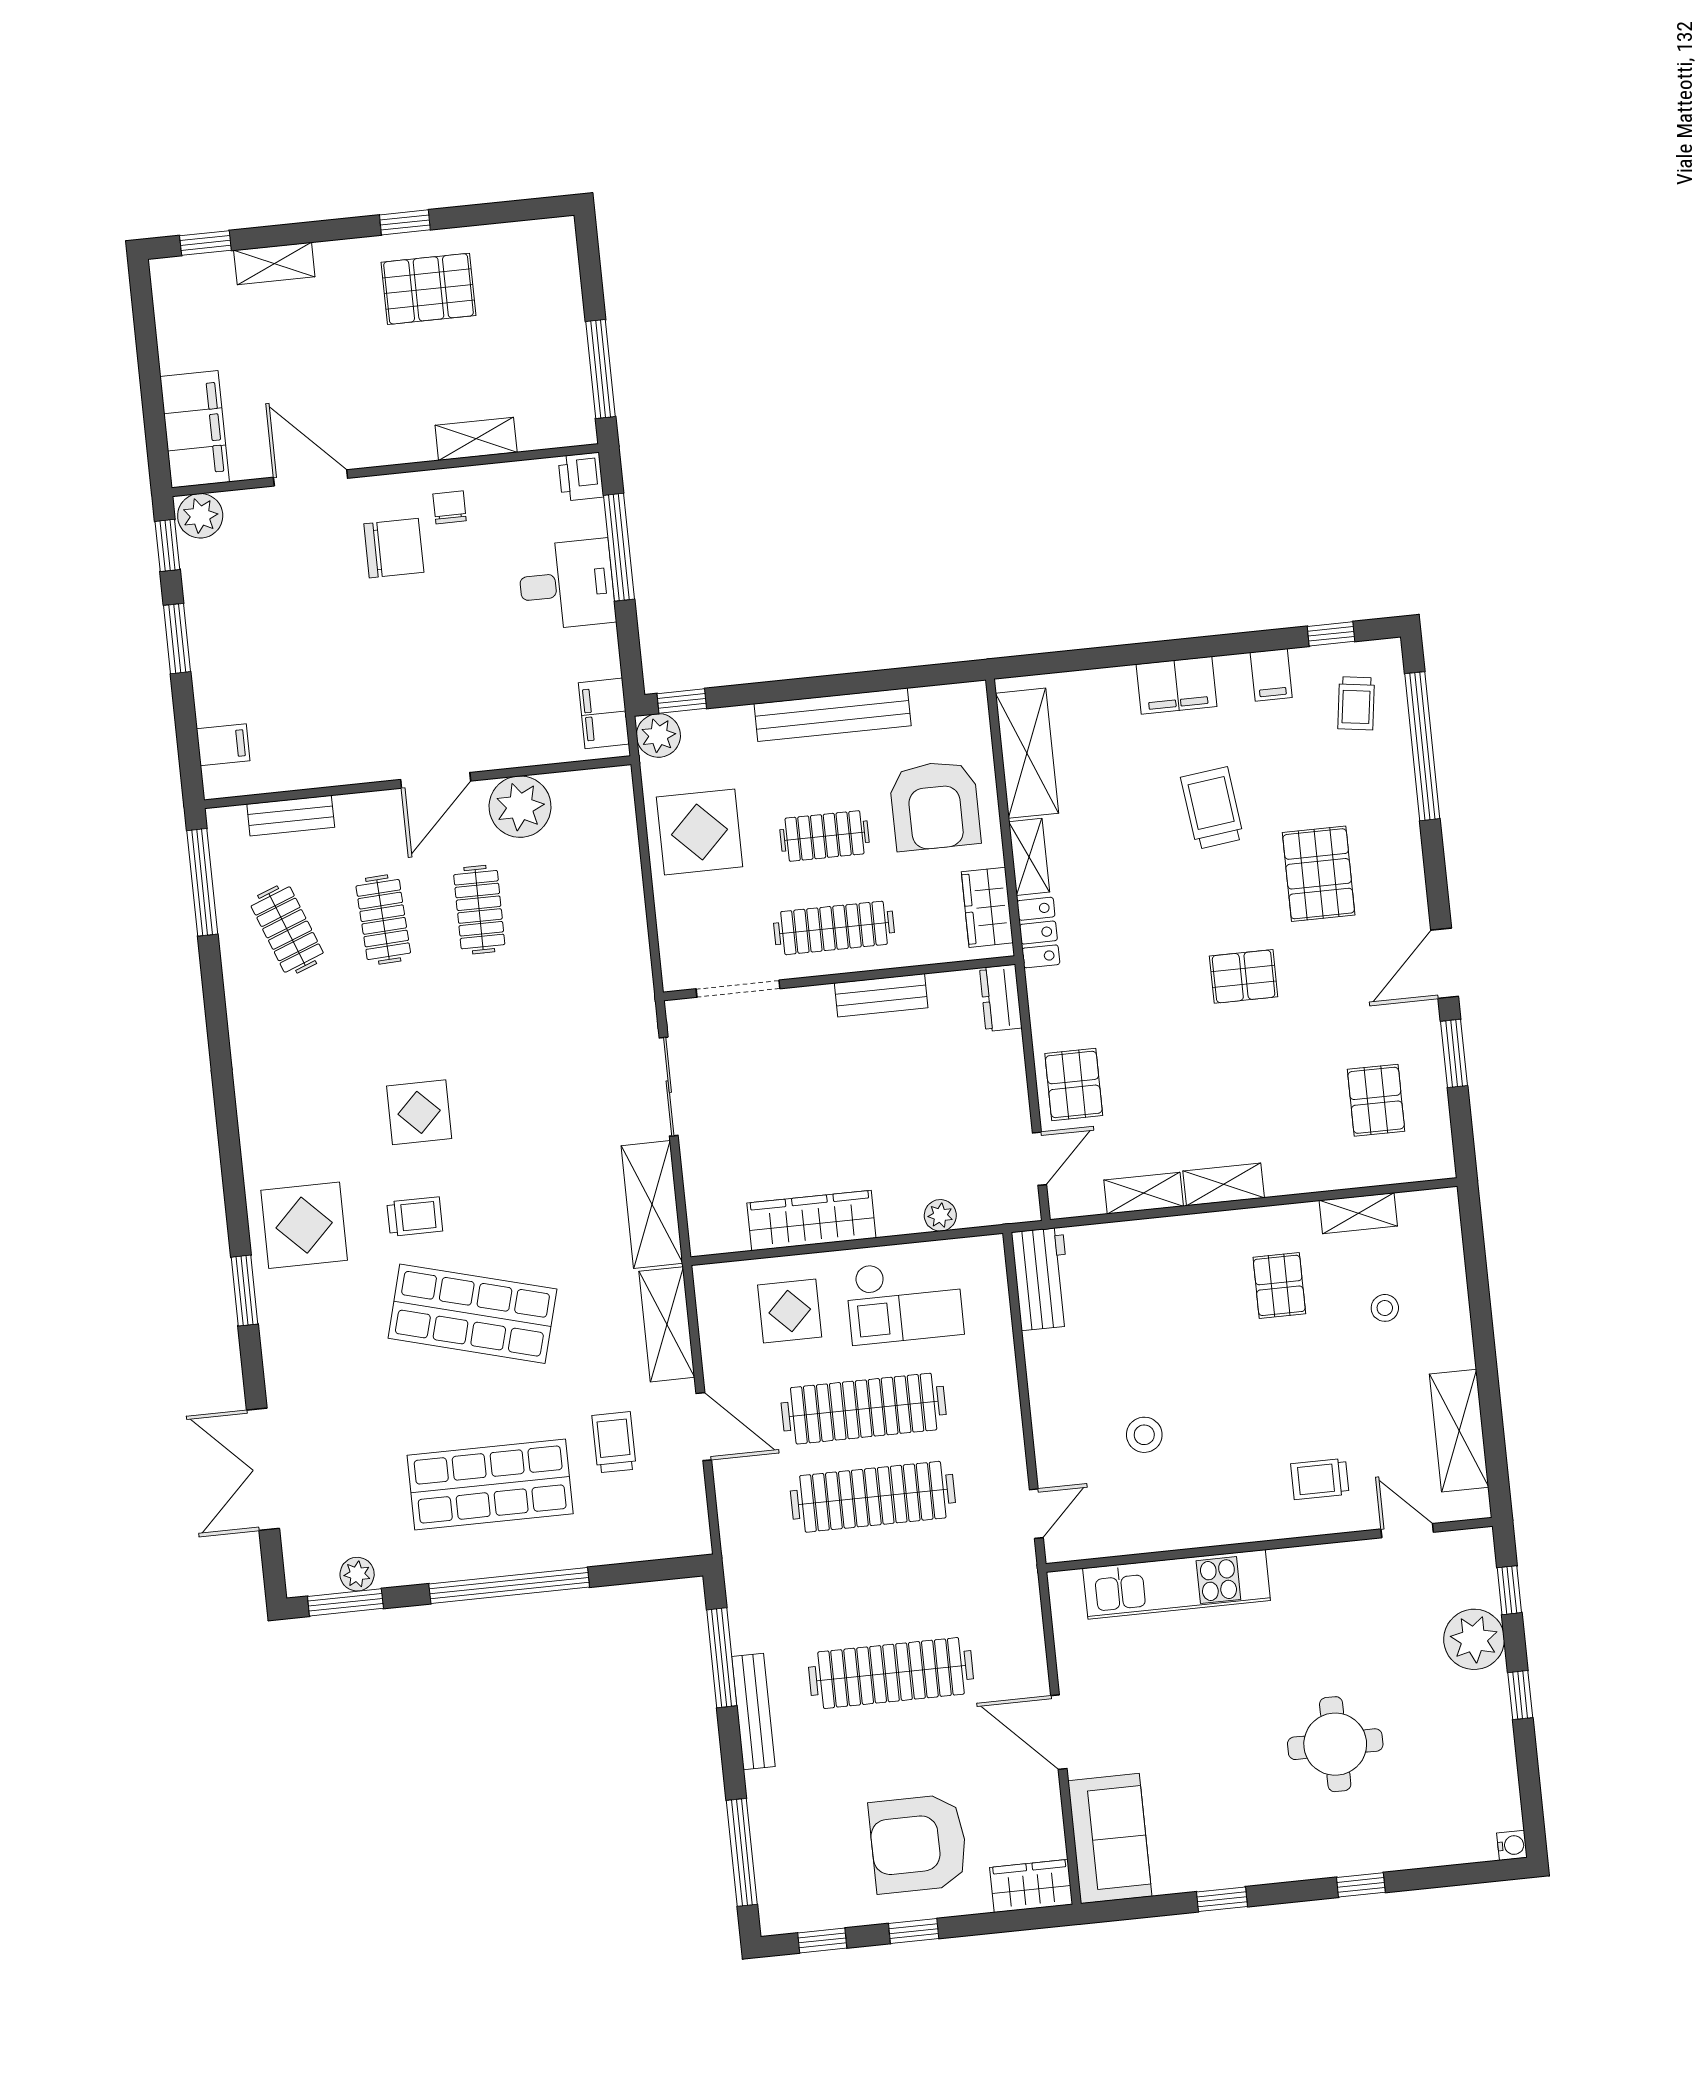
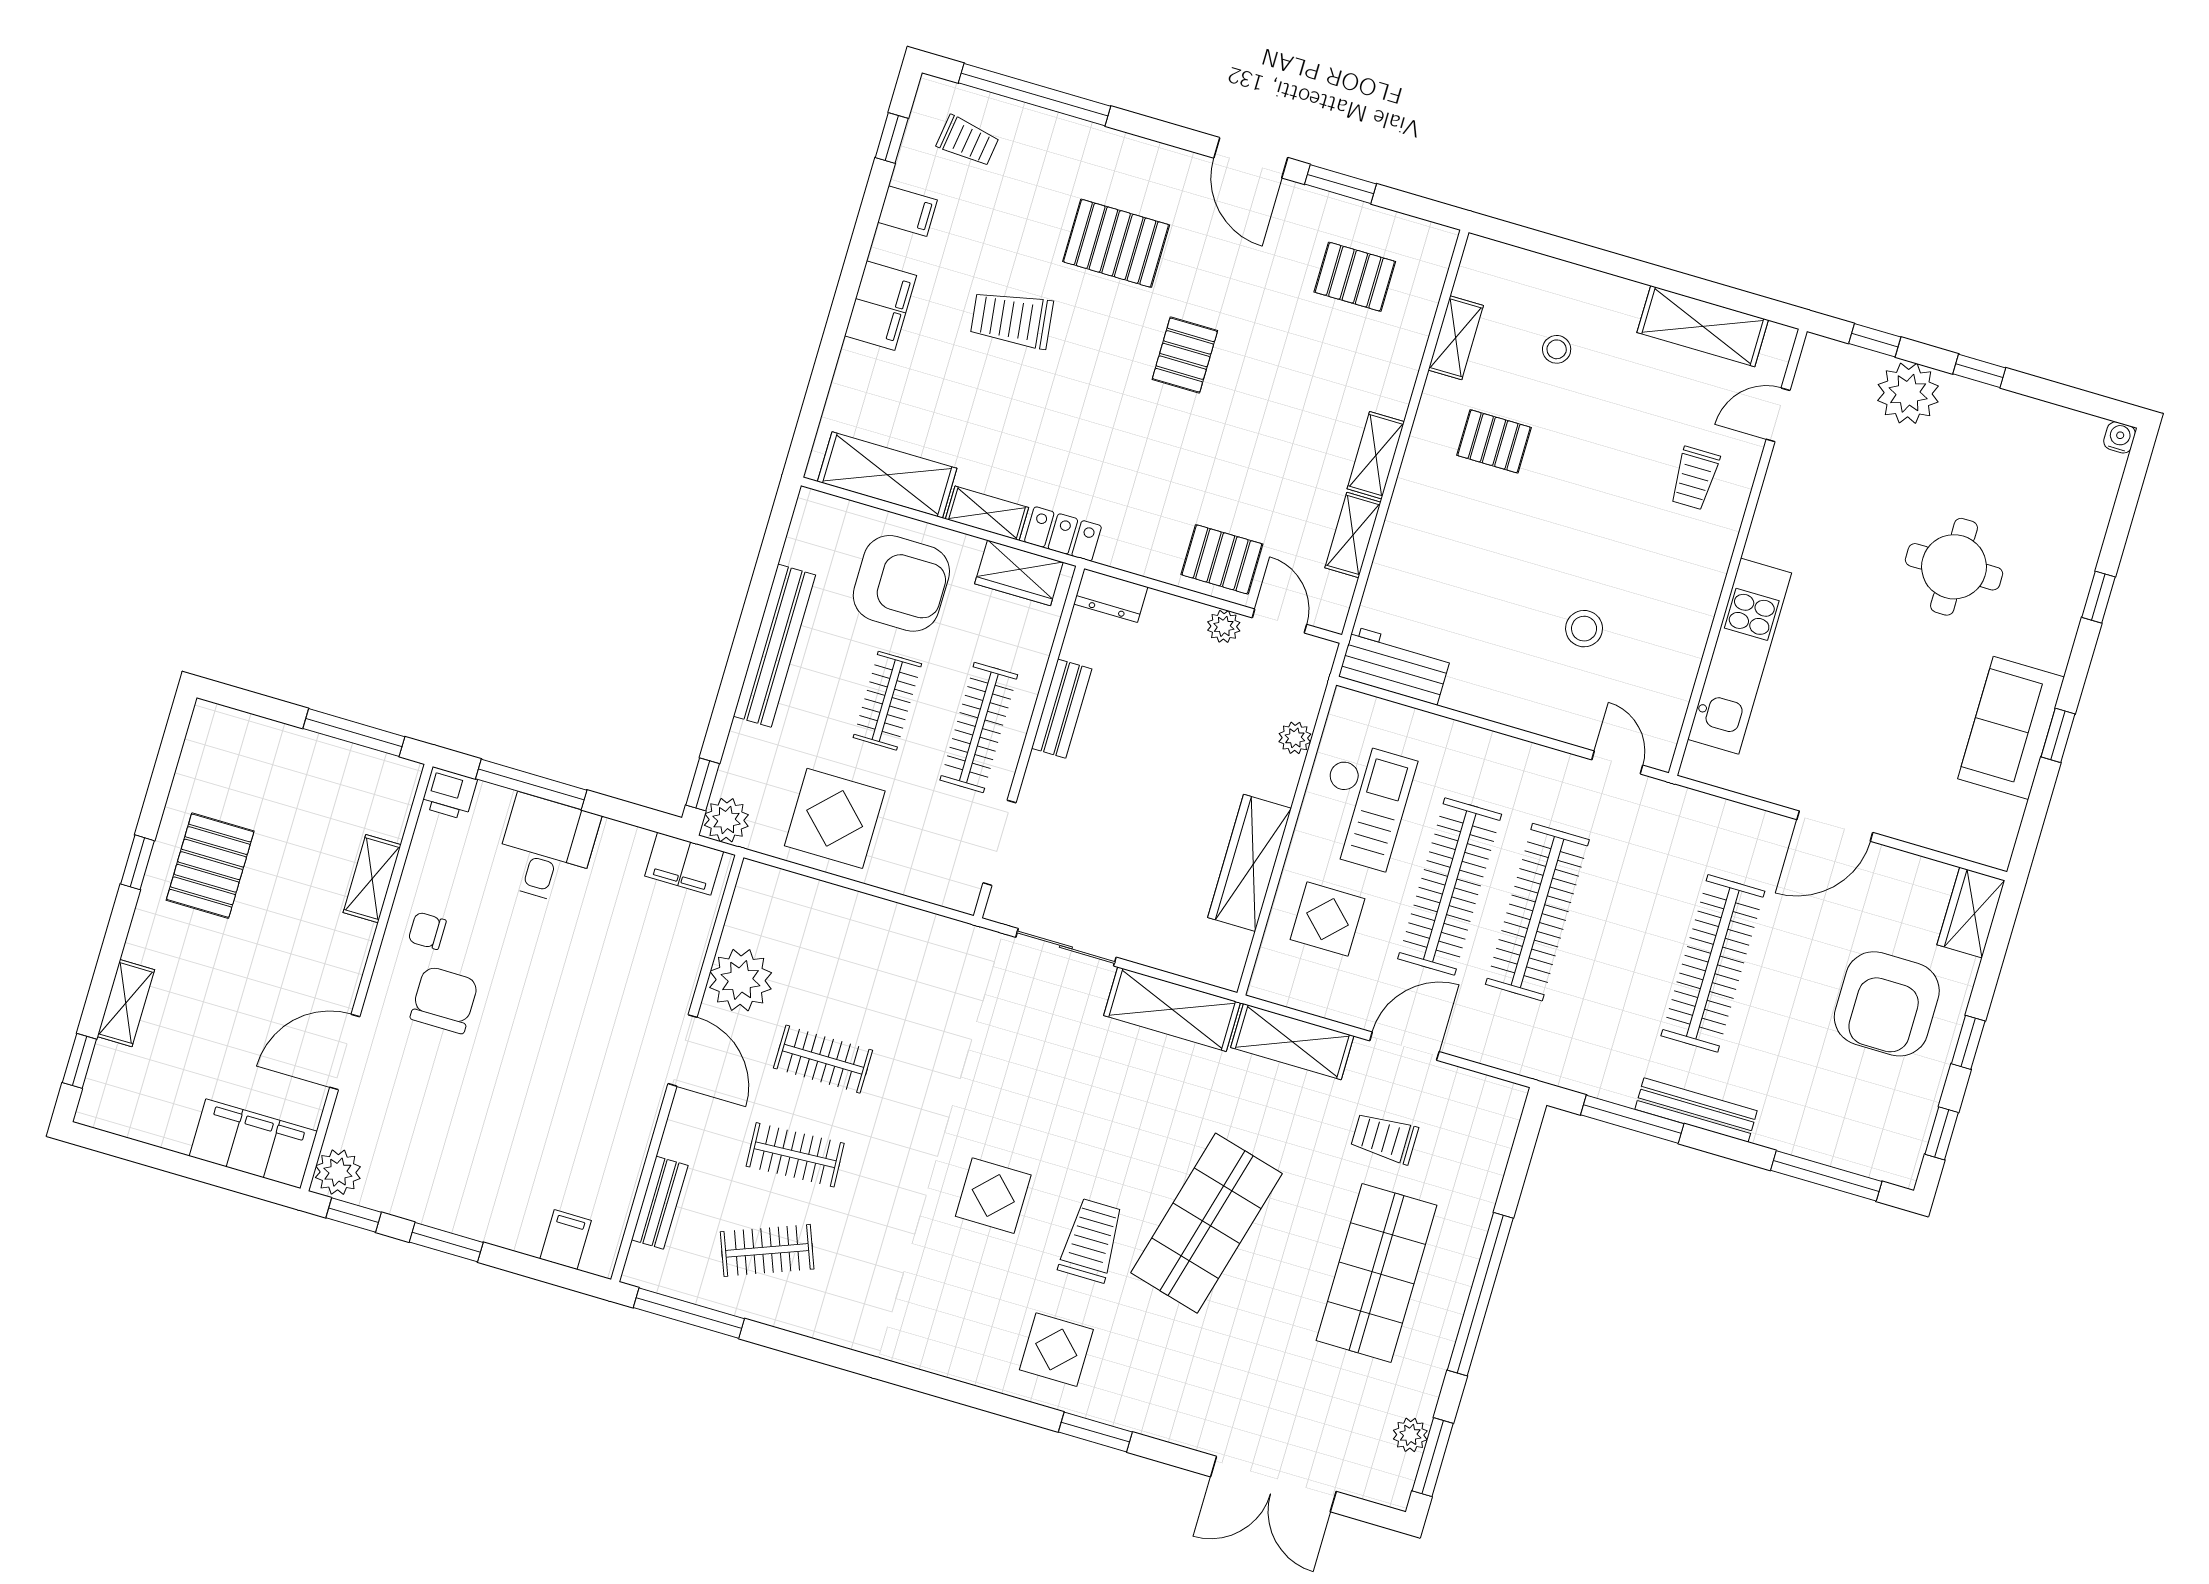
plant: (1014, 1111) -> (1224, 626), added
trolley: (415, 1217) -> (1091, 1240), width x1.36, depth x1.39
display table: (304, 1225) -> (1056, 1350), width x0.73, depth x0.73
sofa: (1110, 1838) -> (2011, 728), moved, turned -90

